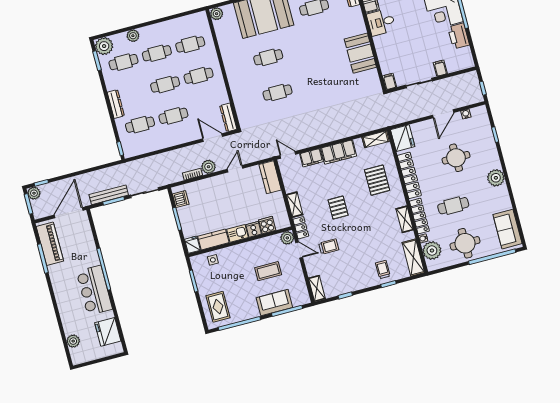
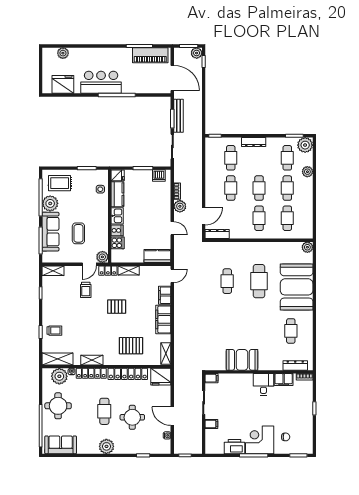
cafe table: (268, 57) -> (259, 281), width x1.37, depth x1.35
cafe table: (453, 206) -> (104, 411), moved
sofa: (274, 303) -> (51, 232), width x1.36
plant: (243, 311) -> (50, 203), added

